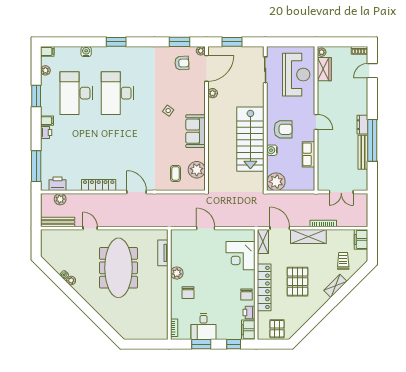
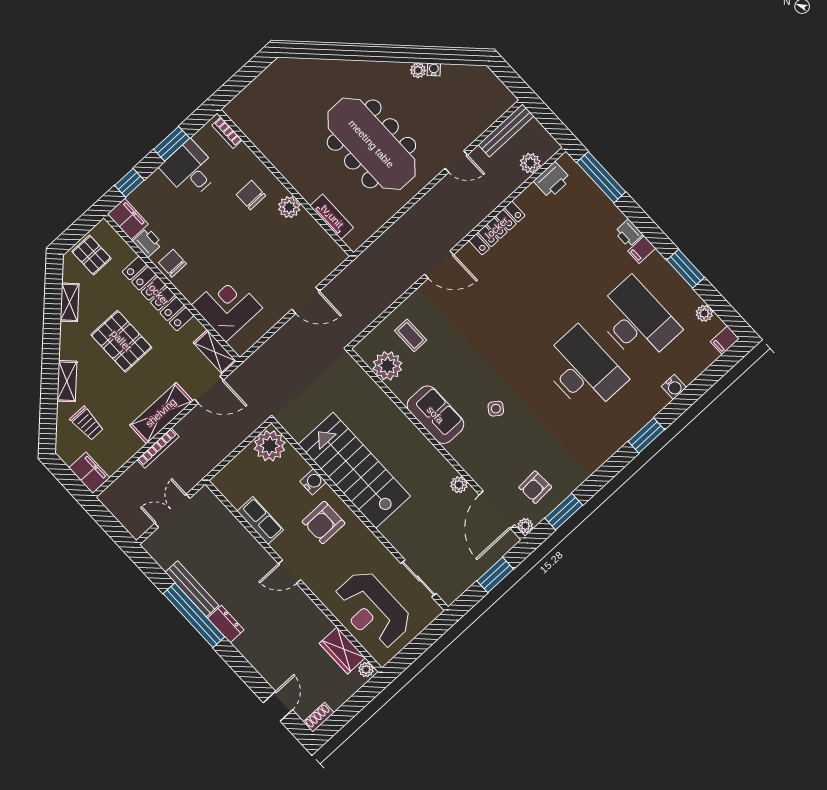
shelving: (304, 318) -> (69, 302), added

